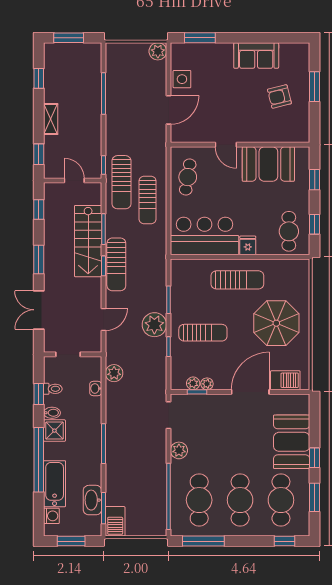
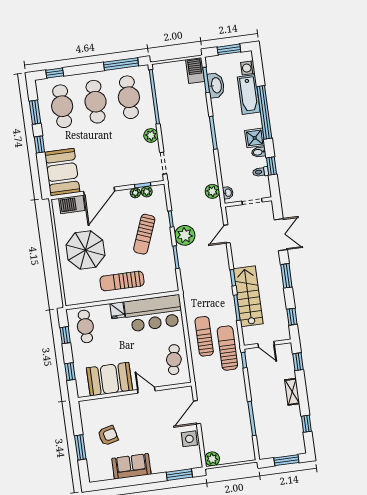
sun lounger: (116, 264) -> (222, 280), removed
sun lounger: (203, 333) -> (144, 234), turned -69
washbasin: (96, 388) -> (228, 193), moved
booth: (292, 442) -> (62, 172), moved

